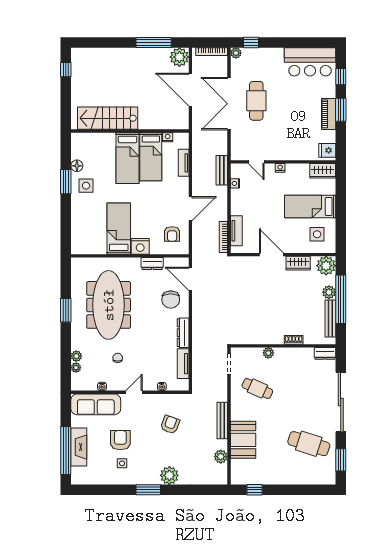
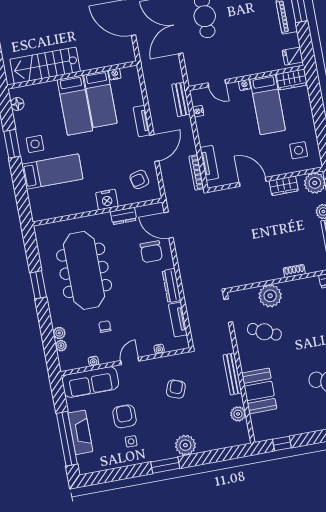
tv unit: (184, 163) -> (142, 121), moved
floor lamp: (77, 166) -> (17, 104), moved
bed: (310, 207) -> (268, 105), moved, turned -90
bed: (119, 229) -> (52, 172), moved, turned 90
armchair: (172, 234) -> (139, 179), turned 76
plant: (268, 353) -> (270, 296), width x1.87, depth x1.87

